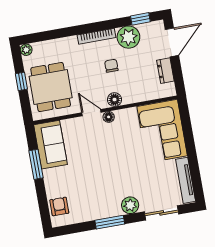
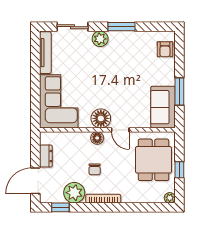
floor lamp: (109, 117) -> (101, 118), width x1.89, depth x1.89

